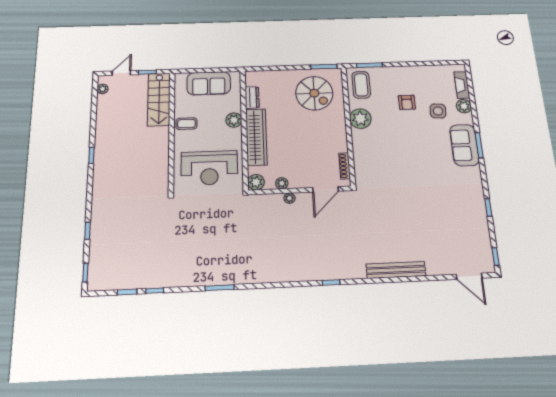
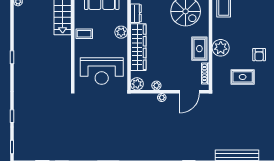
armchair: (407, 102) -> (259, 55), moved
plant: (360, 119) -> (221, 48), moved
rug: (335, 136) -> (199, 49), added
rug: (393, 168) -> (243, 77), added

